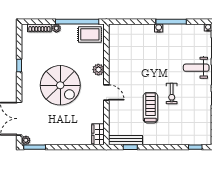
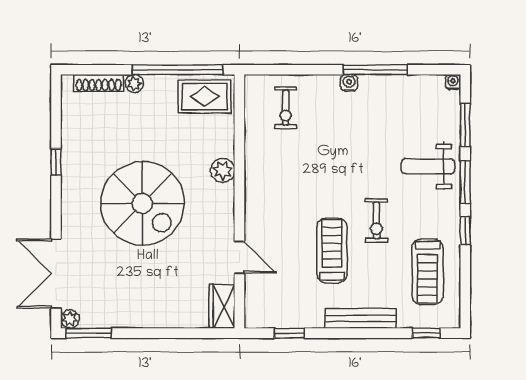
exercise bike: (128, 40) -> (286, 108), added
door: (106, 92) -> (239, 257), moved
treadmill: (196, 118) -> (427, 272), added
bench: (126, 140) -> (361, 319), moved

